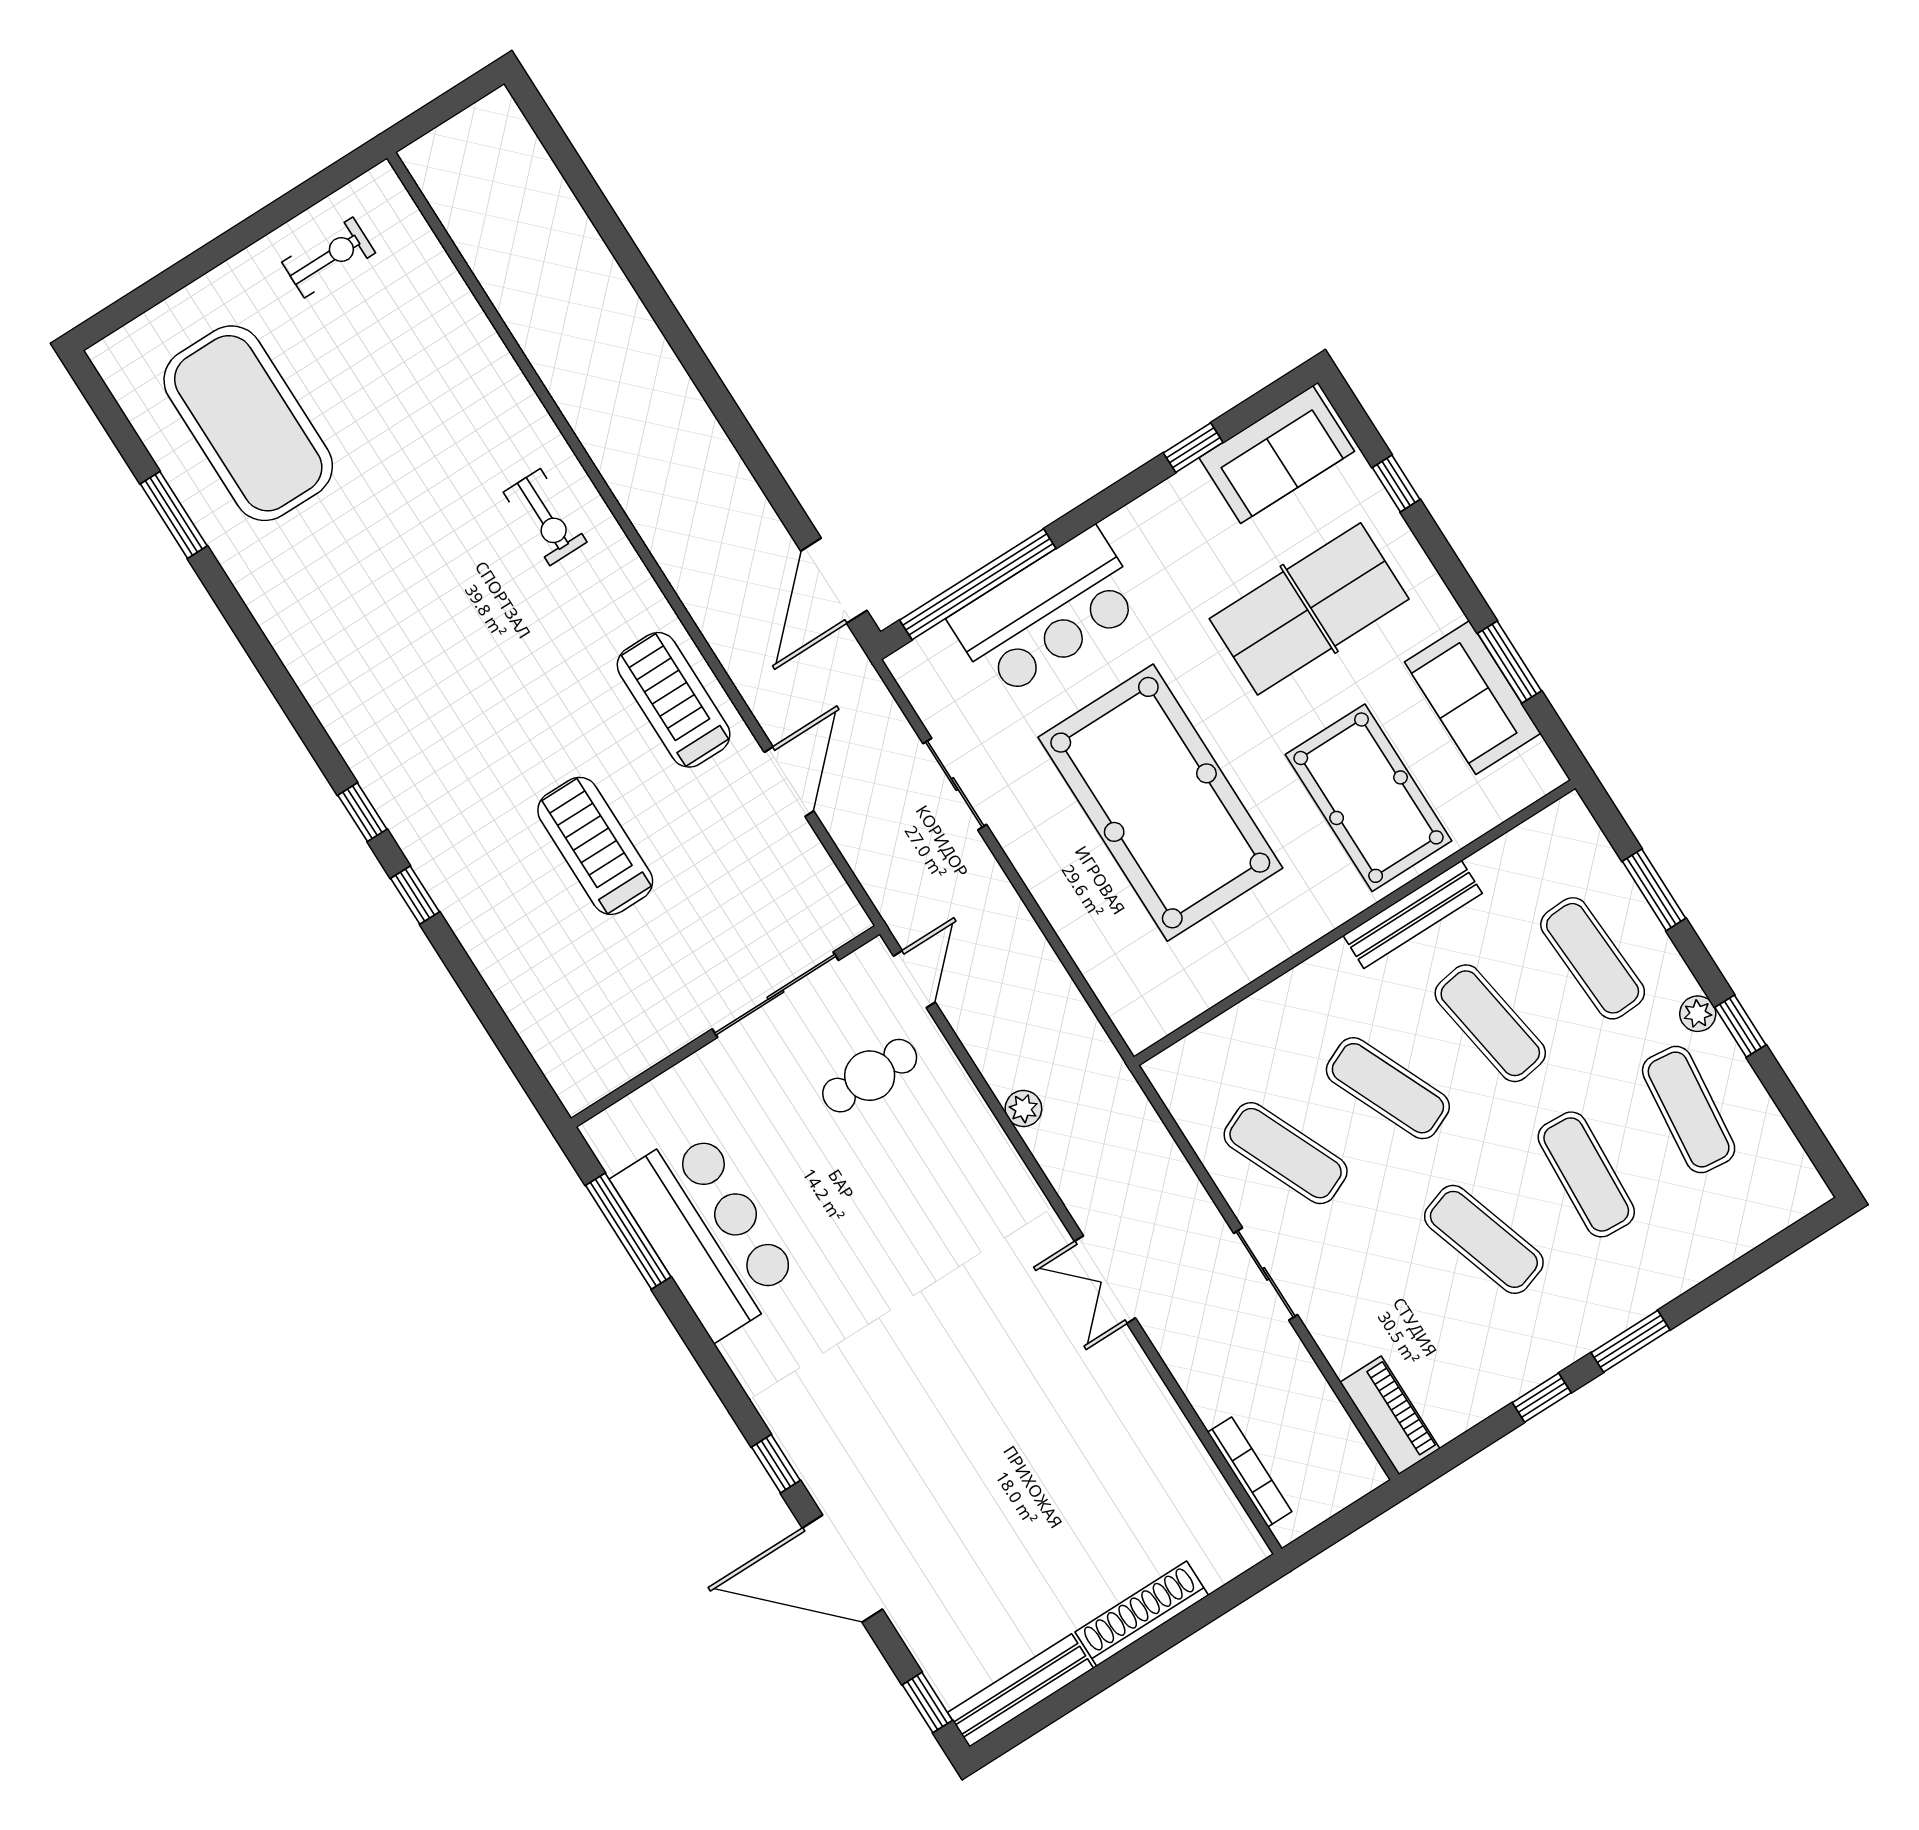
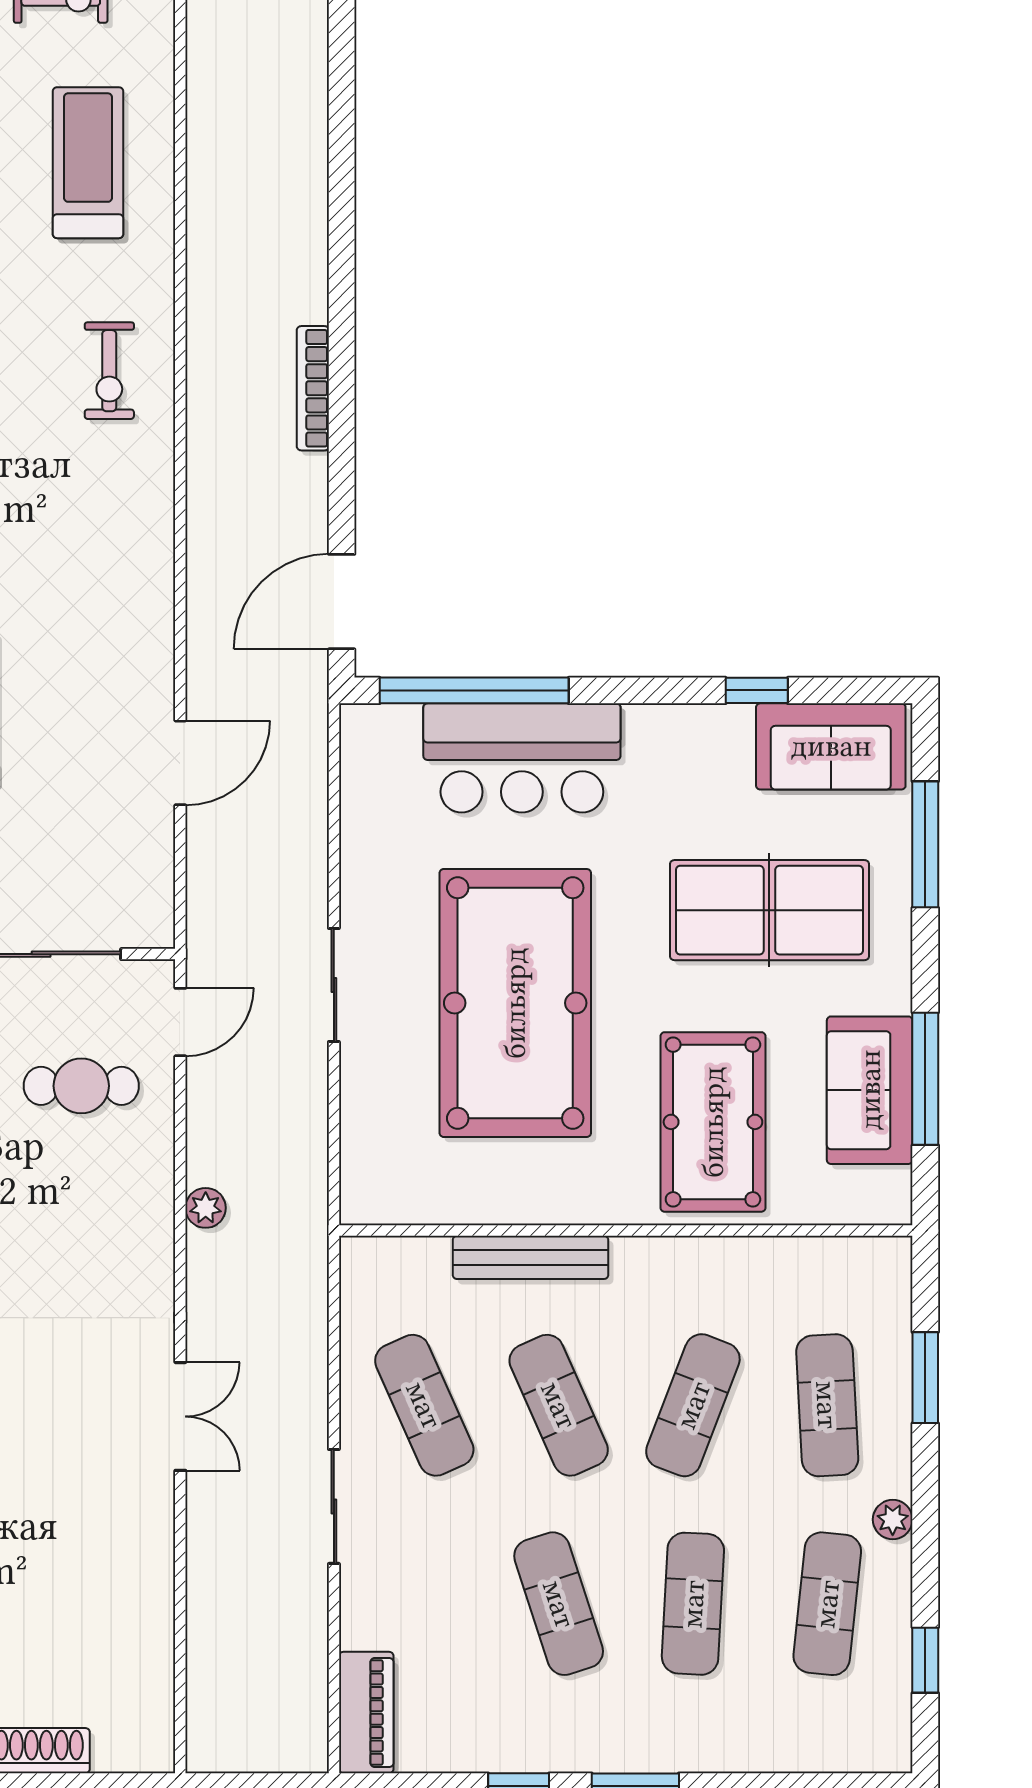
window: (1396, 483) -> (925, 844), width x2.17
window: (1509, 662) -> (925, 1079), width x1.44
treadmill: (674, 700) -> (88, 163), moved
sliding door: (955, 784) -> (334, 985), moved
bench: (1413, 914) -> (530, 1257), moved
exercise mat: (1490, 1023) -> (693, 1405), turned 30
window: (1740, 1026) -> (925, 1660), moved
double door: (1105, 1280) -> (180, 1416), swing flipped
bookcase: (1250, 1472) -> (313, 388), moved, turned 180

